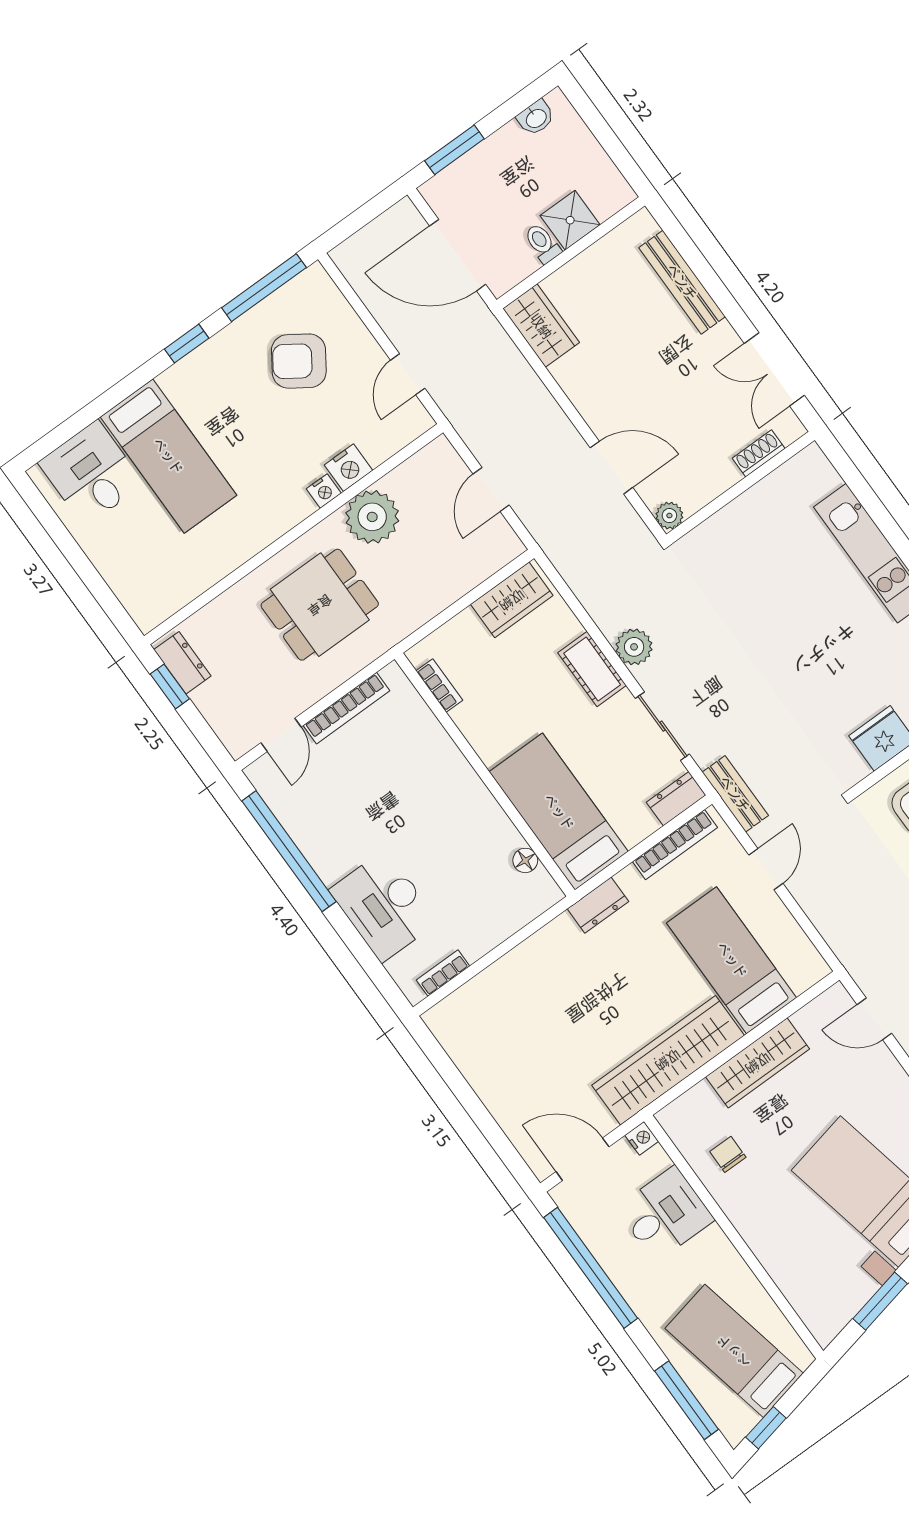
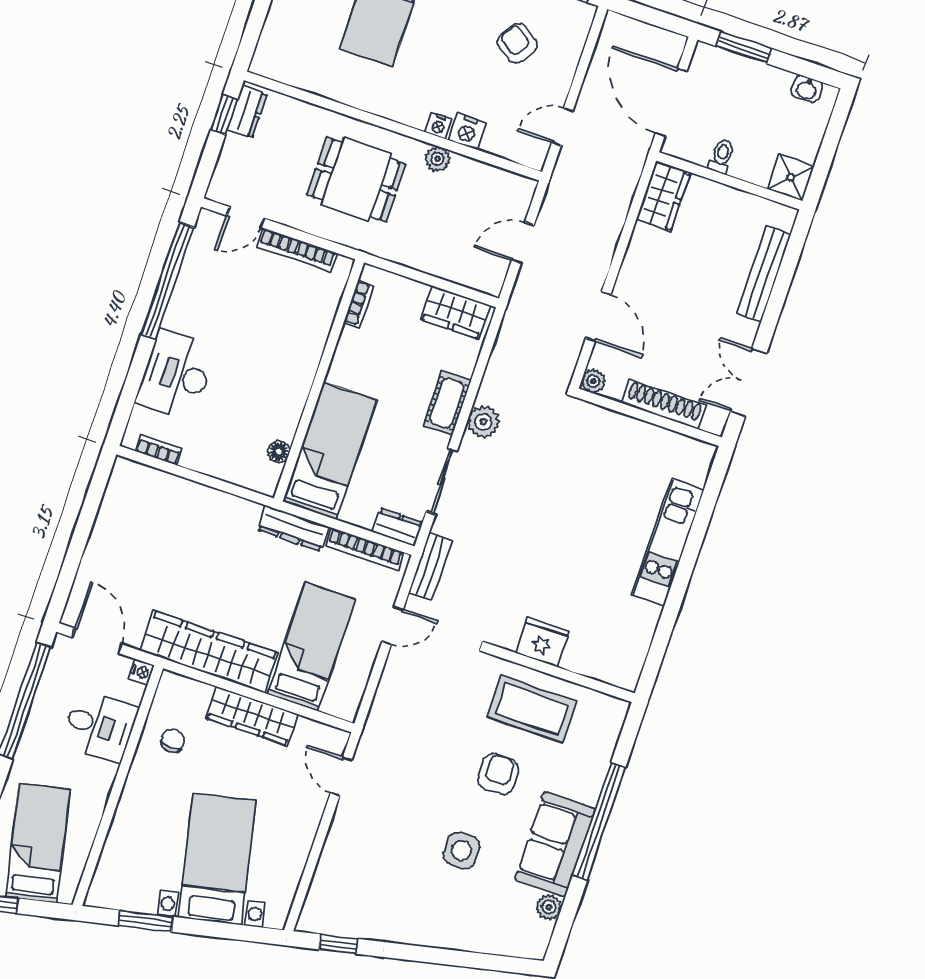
shower: (570, 220) -> (791, 177), moved
armchair: (299, 361) -> (517, 43), width x0.72, depth x0.72
shoe rack: (759, 453) -> (664, 404), width x1.94, depth x1.24
plant: (372, 517) -> (438, 159), width x0.53, depth x0.53
dresser: (598, 905) -> (293, 528), width x1.44

